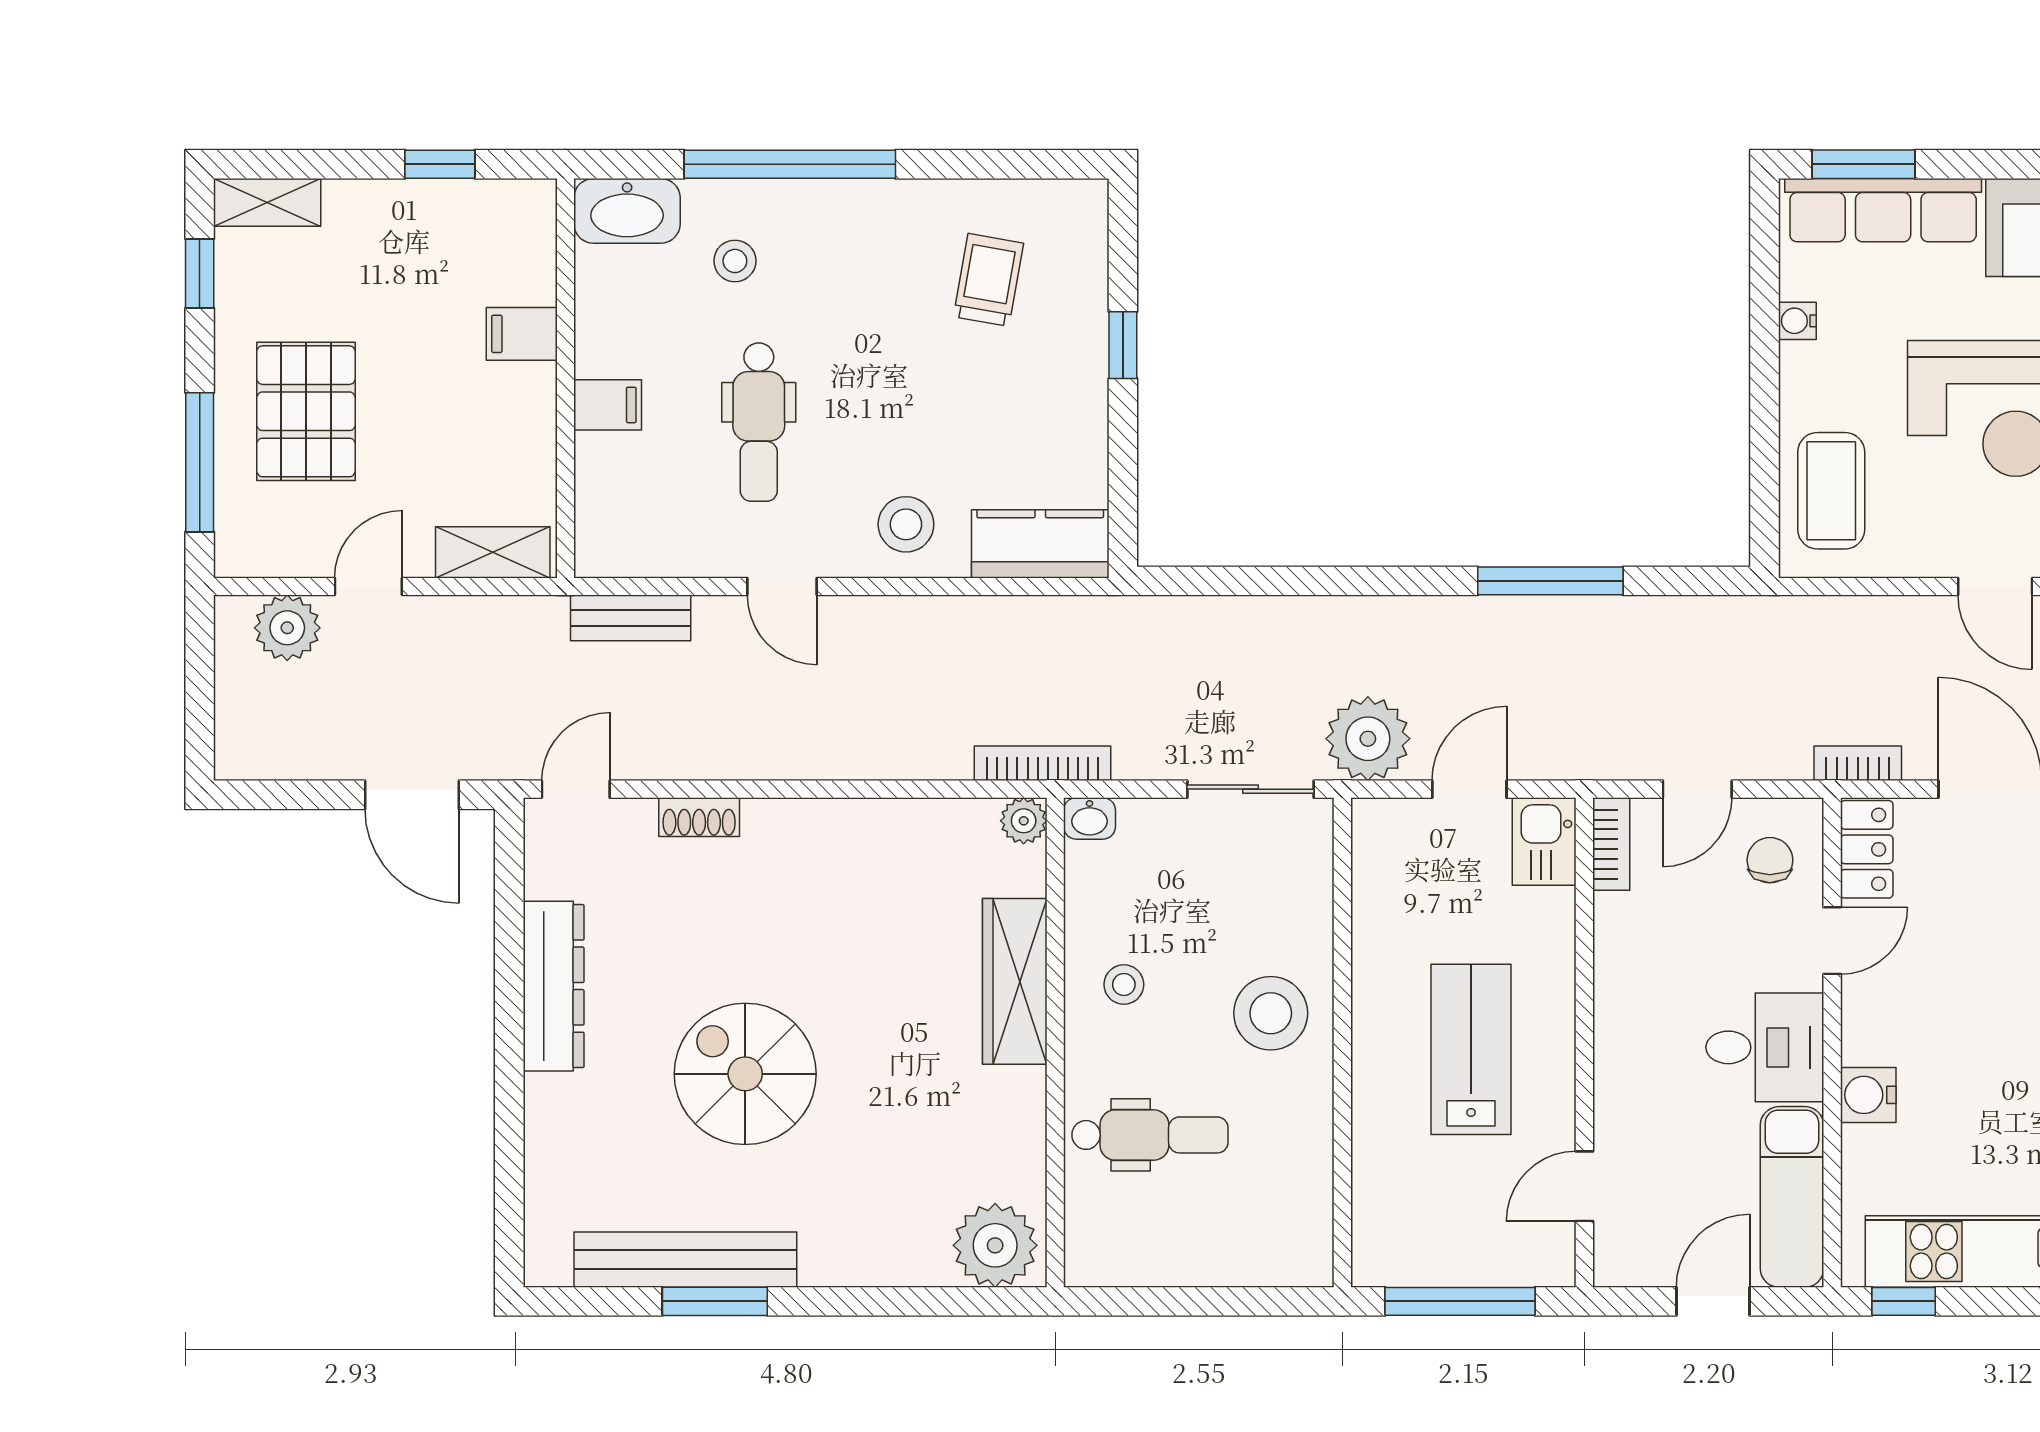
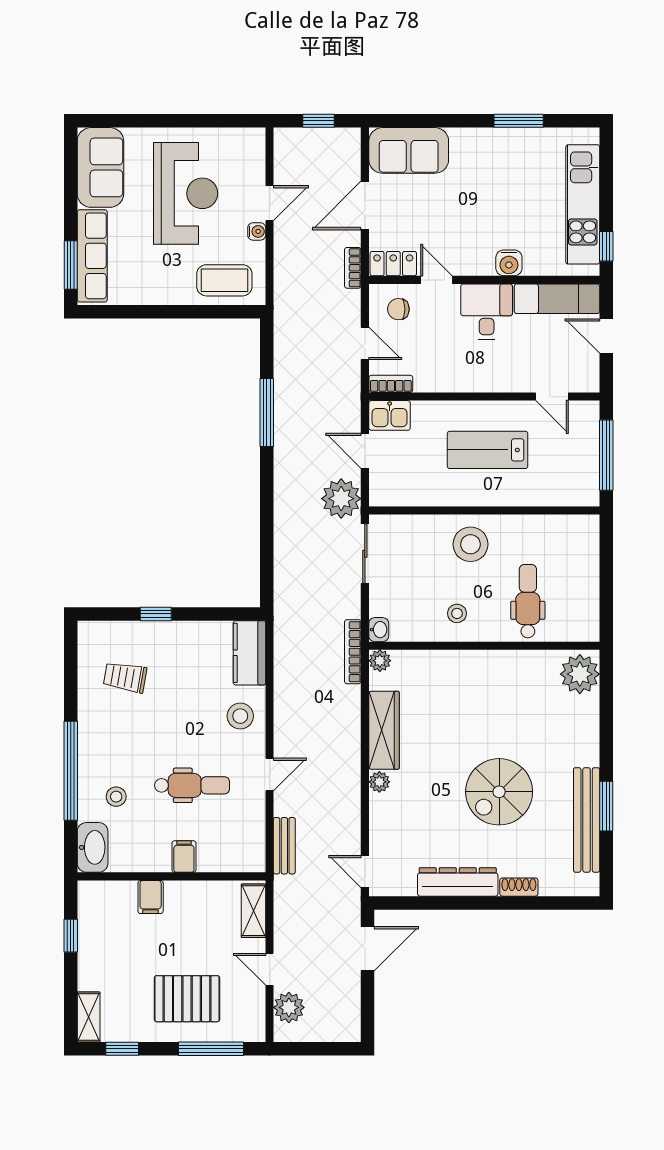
water cooler: (1797, 321) -> (257, 231), moved, turned -90
shoe rack: (699, 817) -> (519, 887), moved, turned -90
plant: (766, 820) -> (379, 782), added
wardrobe: (1015, 981) -> (384, 730), moved, turned -90

